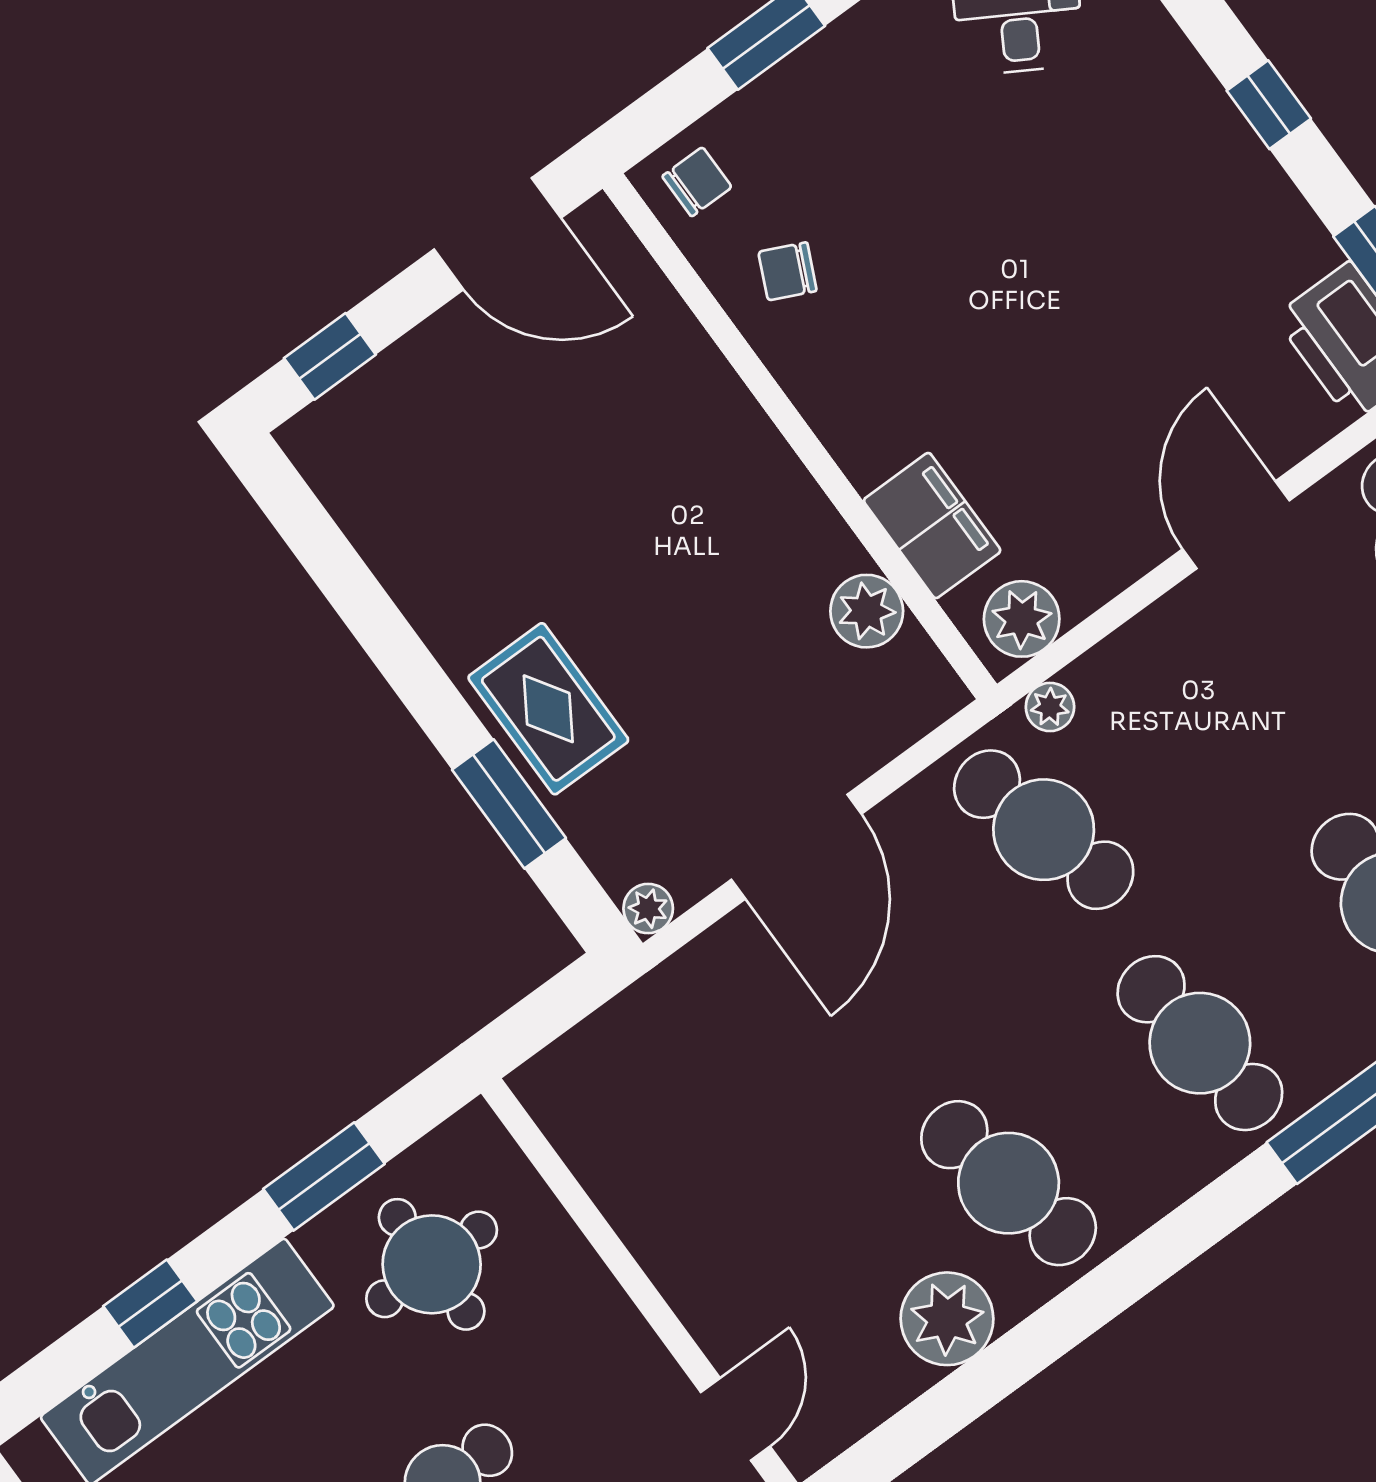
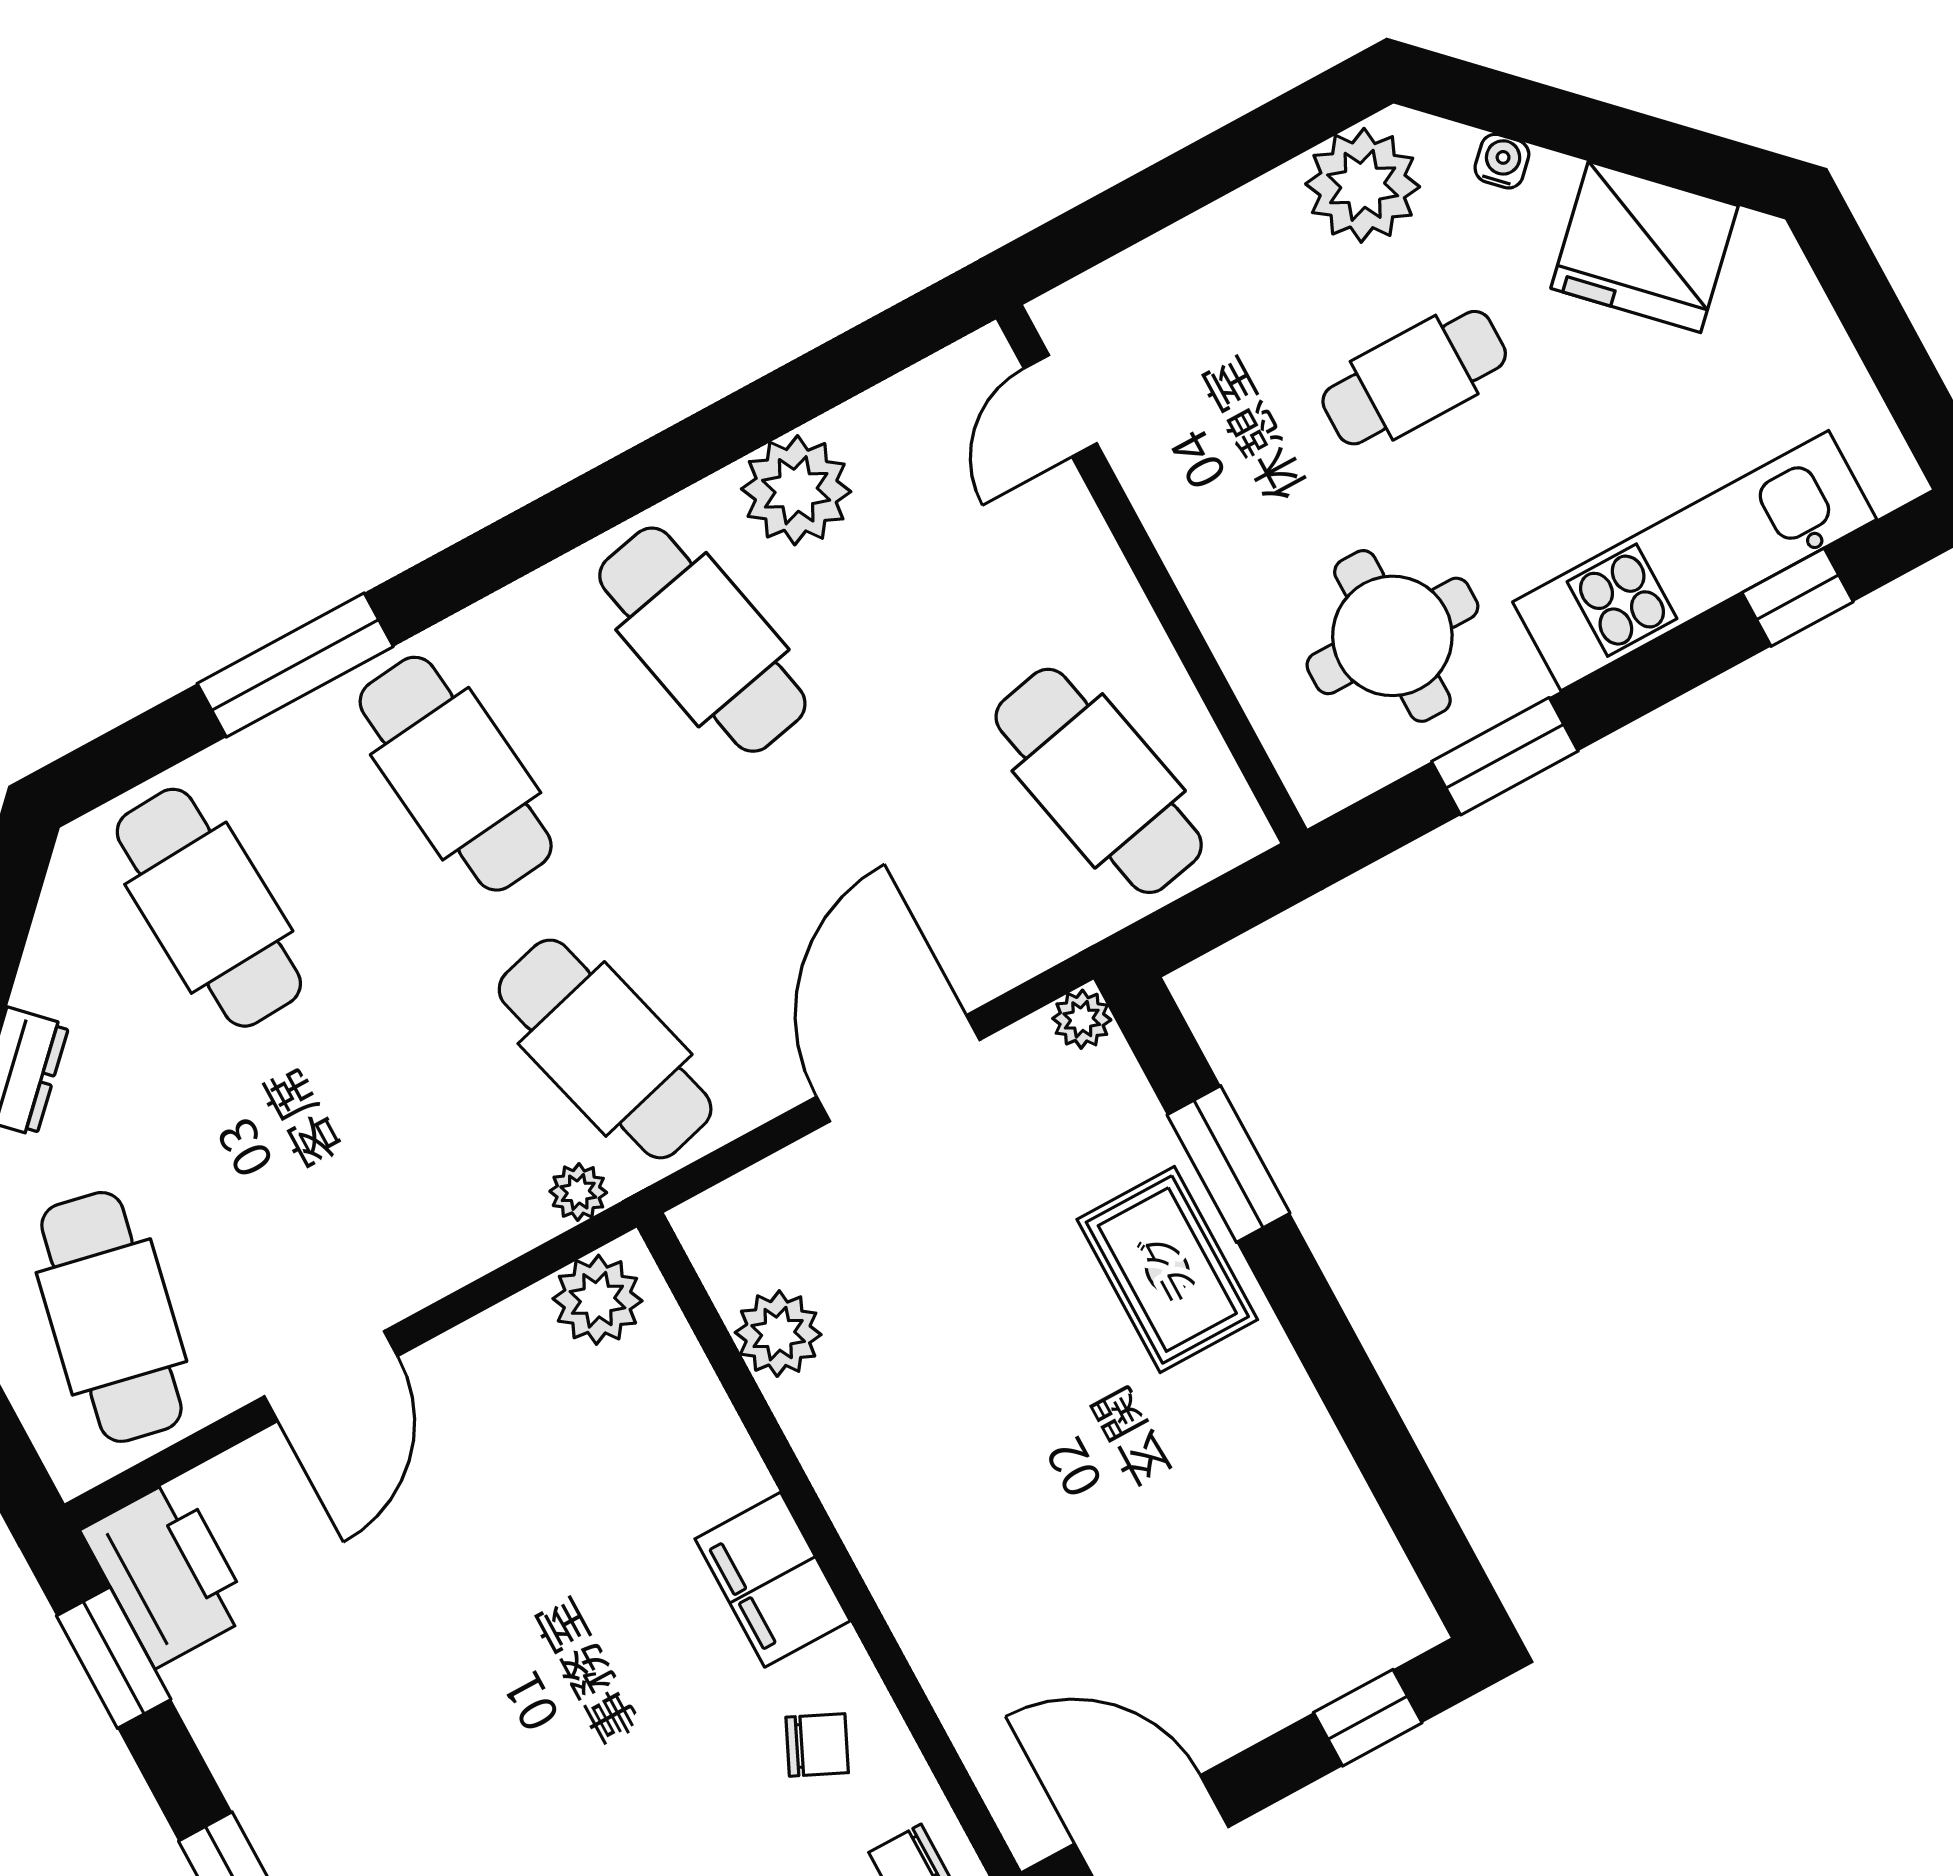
filing cabinet: (932, 526) -> (773, 1580), moved
cafe table: (661, 1110) -> (1099, 781), added
window: (150, 1304) -> (1798, 597), moved

